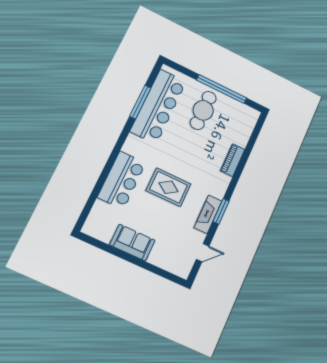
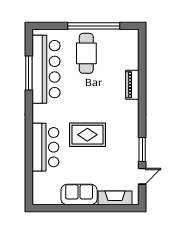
window: (221, 211) -> (142, 150), moved
fireplace: (208, 214) -> (115, 198), moved, turned 90

